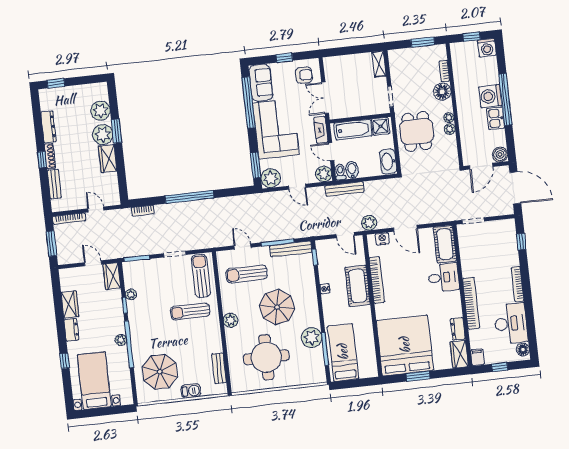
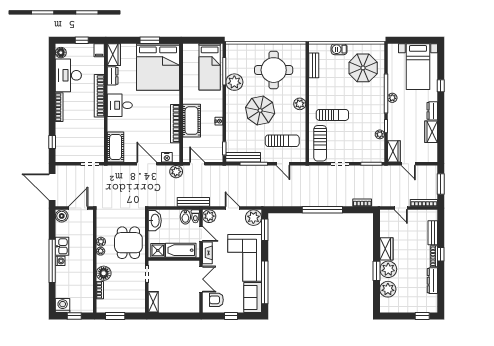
washing machine: (490, 96) -> (60, 261), width x0.53, depth x0.53
desk: (443, 277) -> (120, 105), moved

